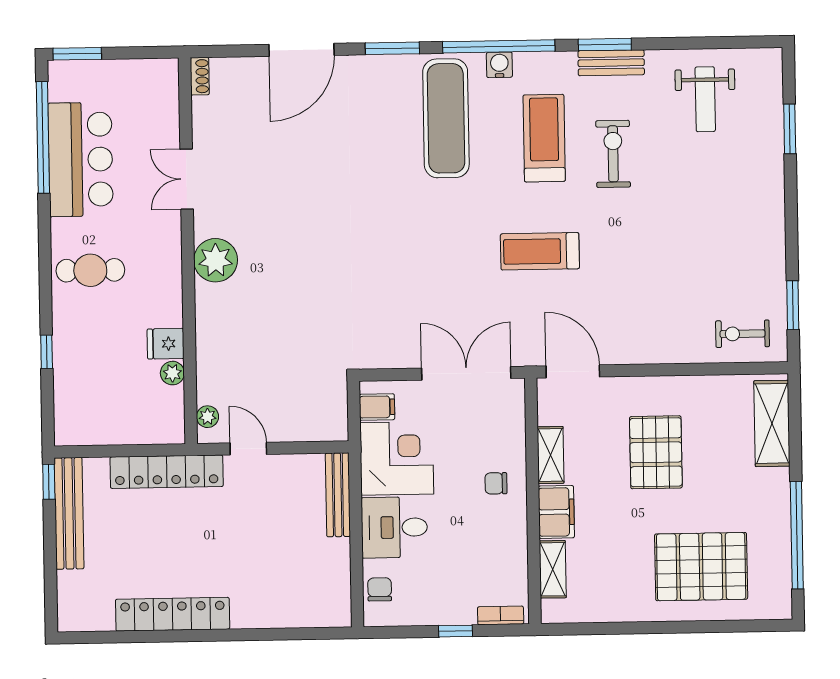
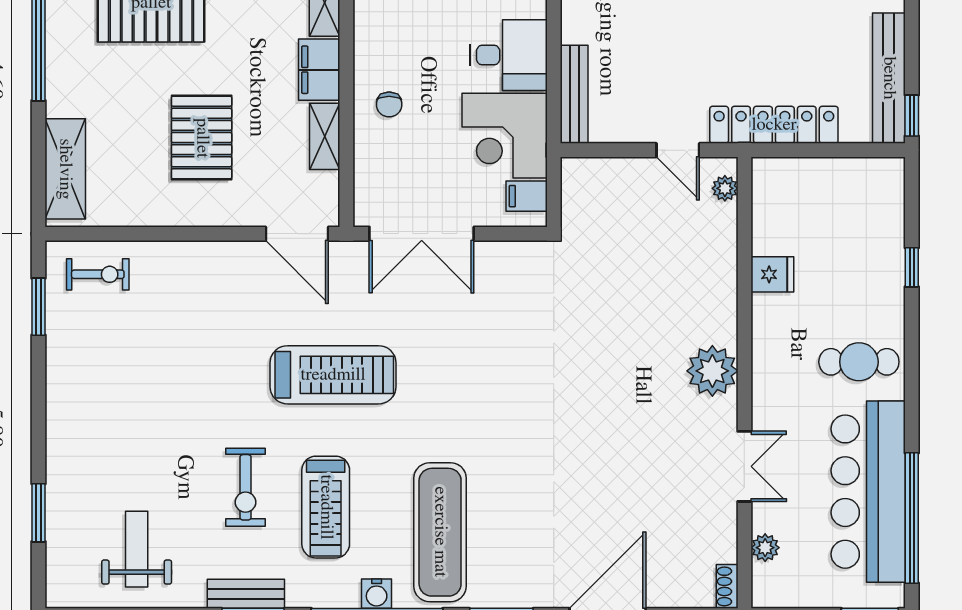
bar counter: (81, 159) -> (868, 492), width x1.36
treadmill: (540, 251) -> (333, 375), width x1.37, depth x1.38
plant: (172, 373) -> (765, 548), moved
chair: (496, 483) -> (389, 104), turned 90

